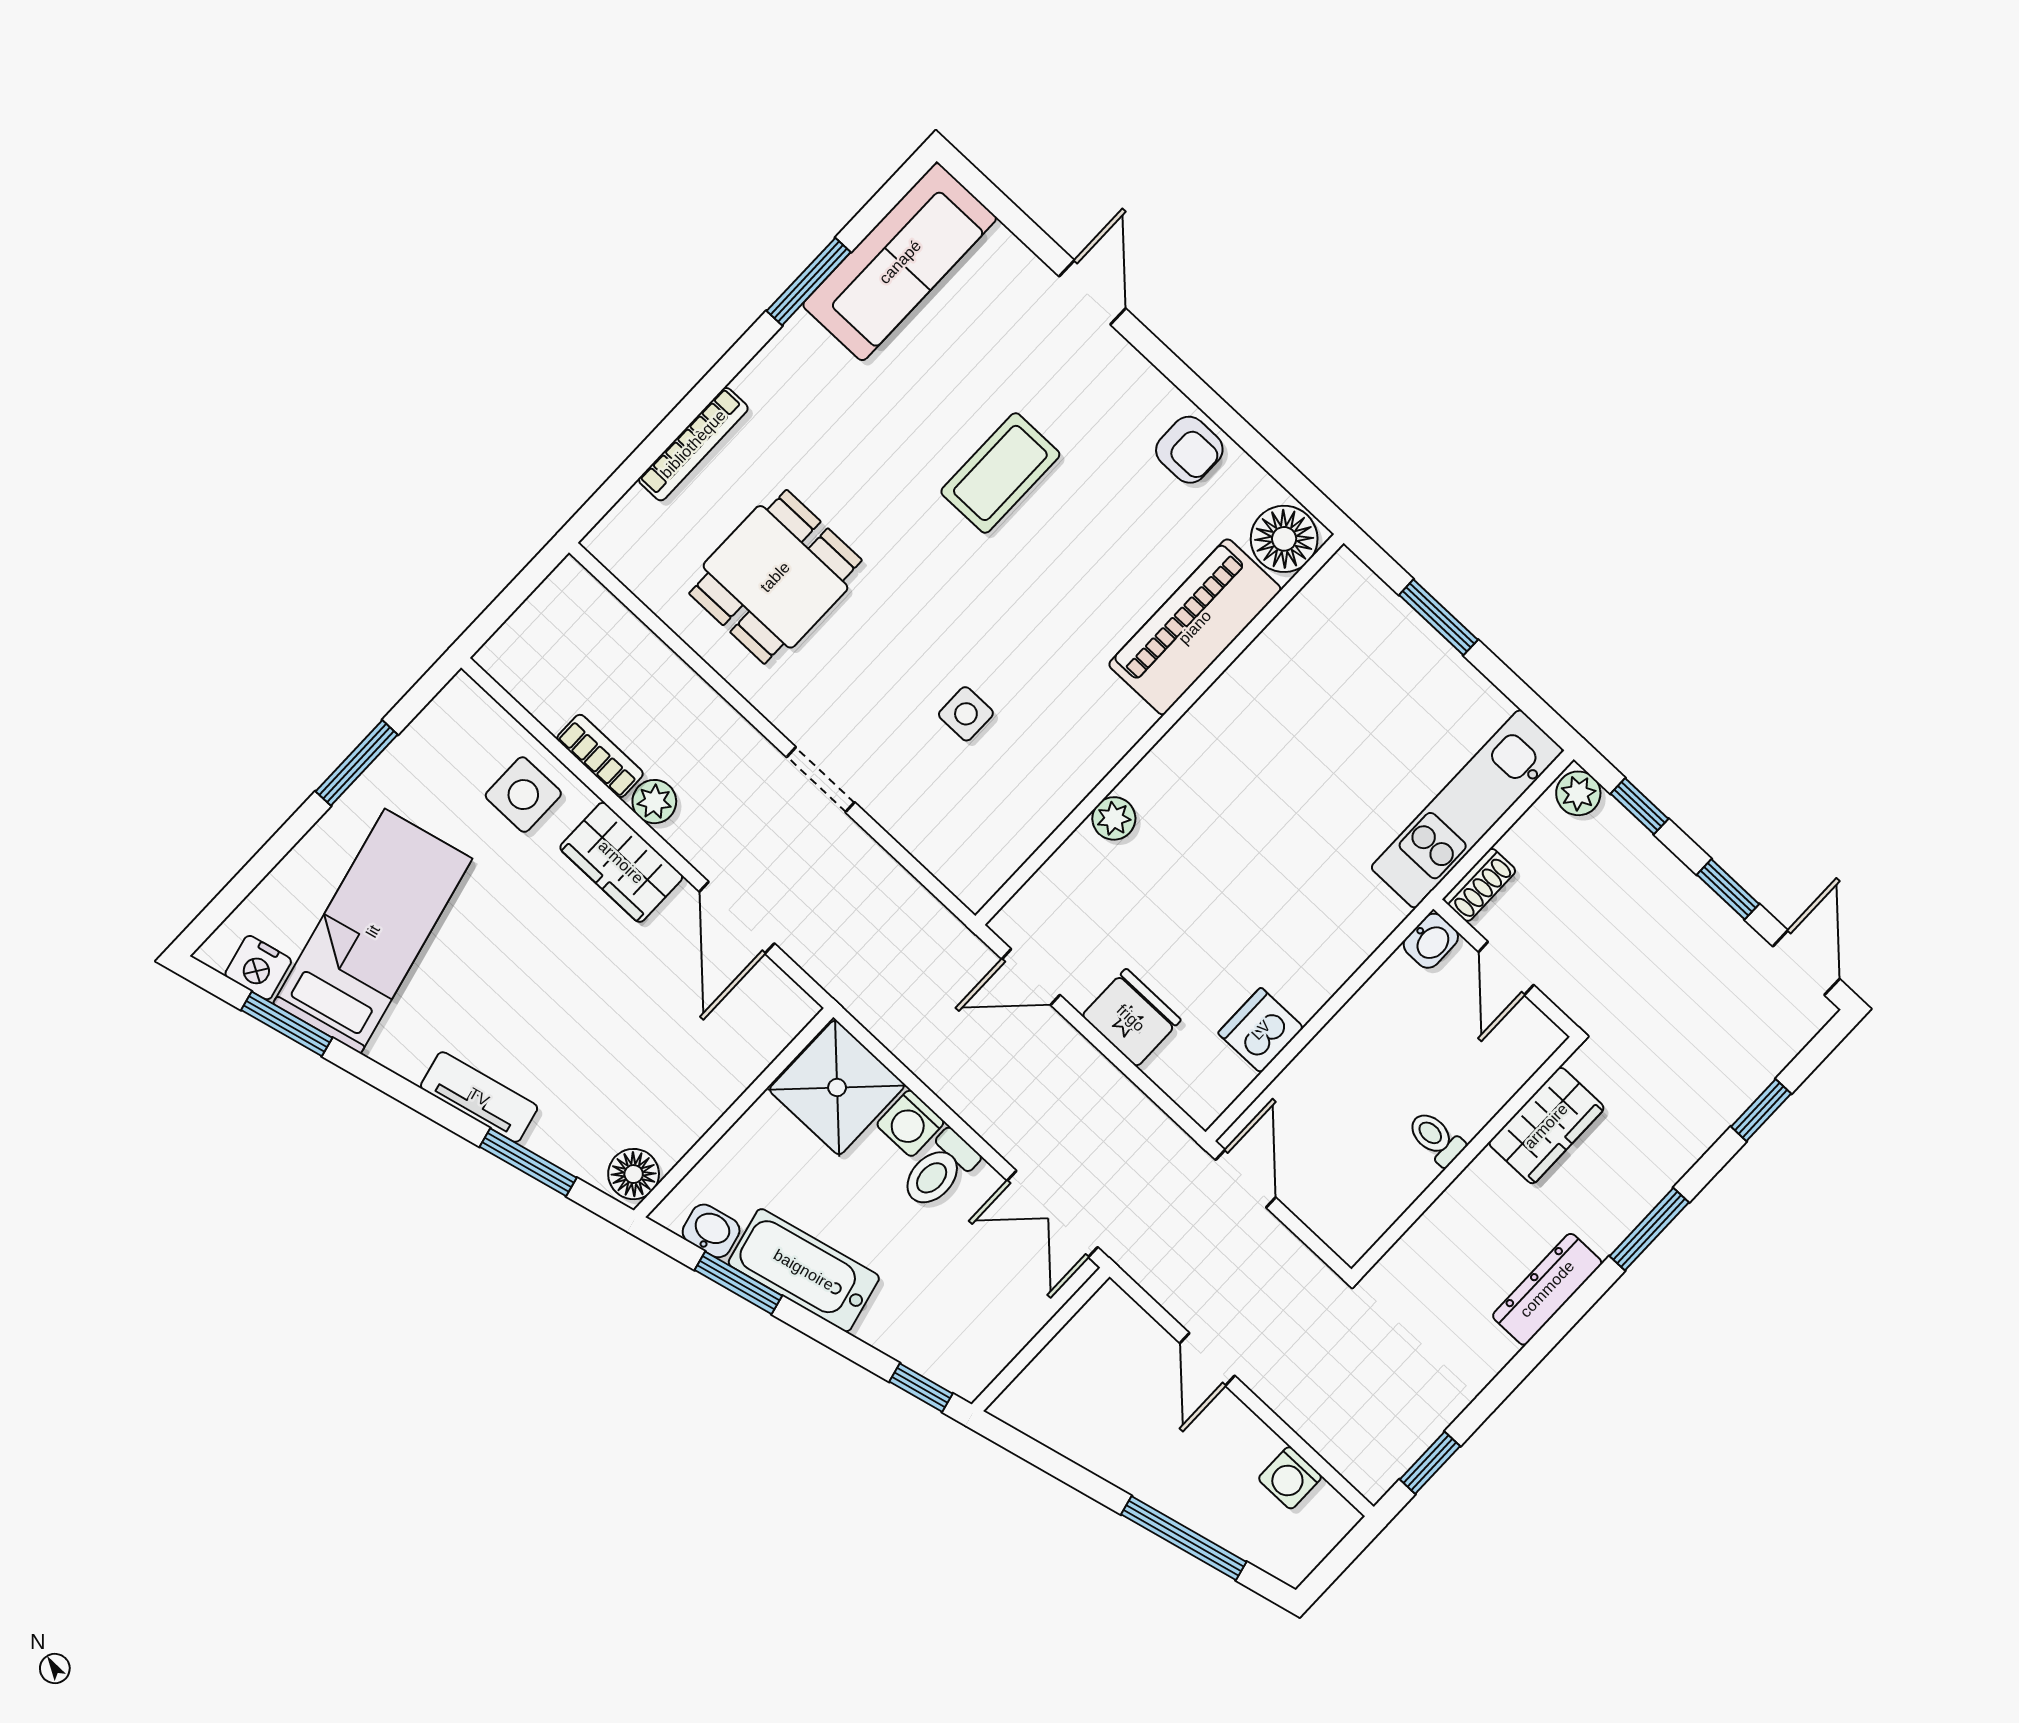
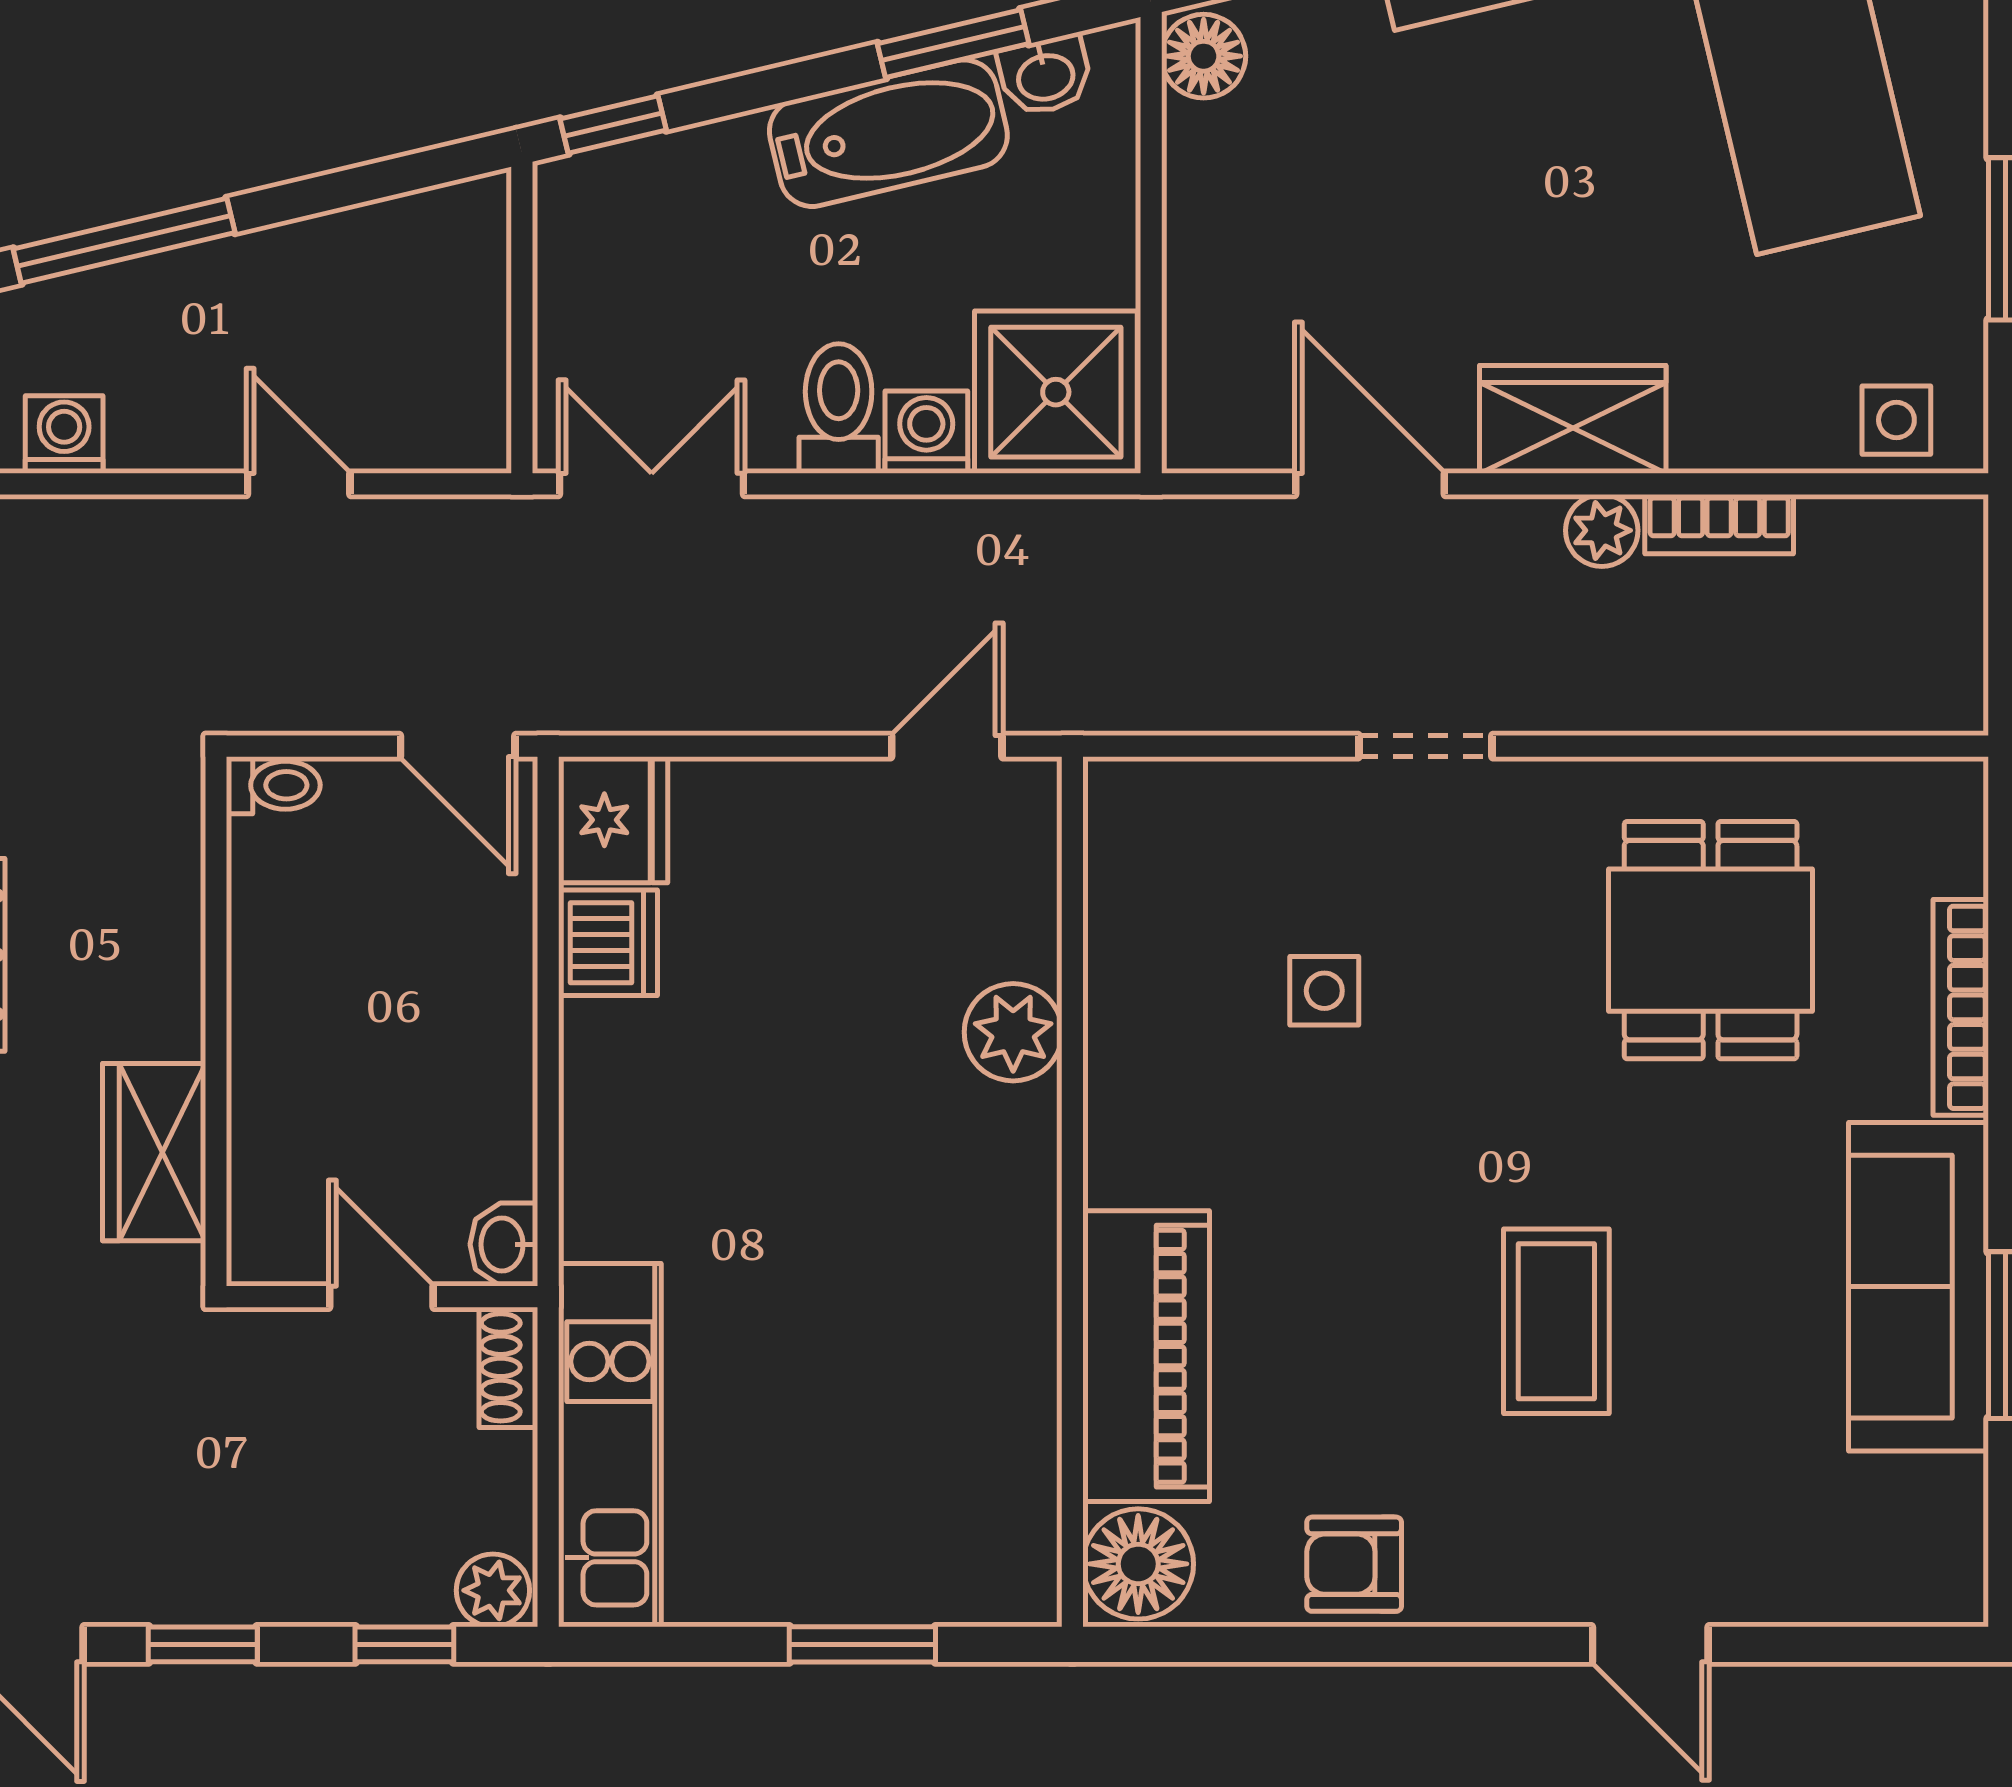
sofa: (900, 262) -> (1918, 1287), moved
side table: (523, 795) -> (1896, 420), moved, width x0.73, depth x0.73
plant: (1114, 818) -> (1013, 1032), width x1.38, depth x1.38
fridge: (1131, 1018) -> (613, 820), moved, turned -90
toilet: (1436, 1138) -> (273, 785), moved

